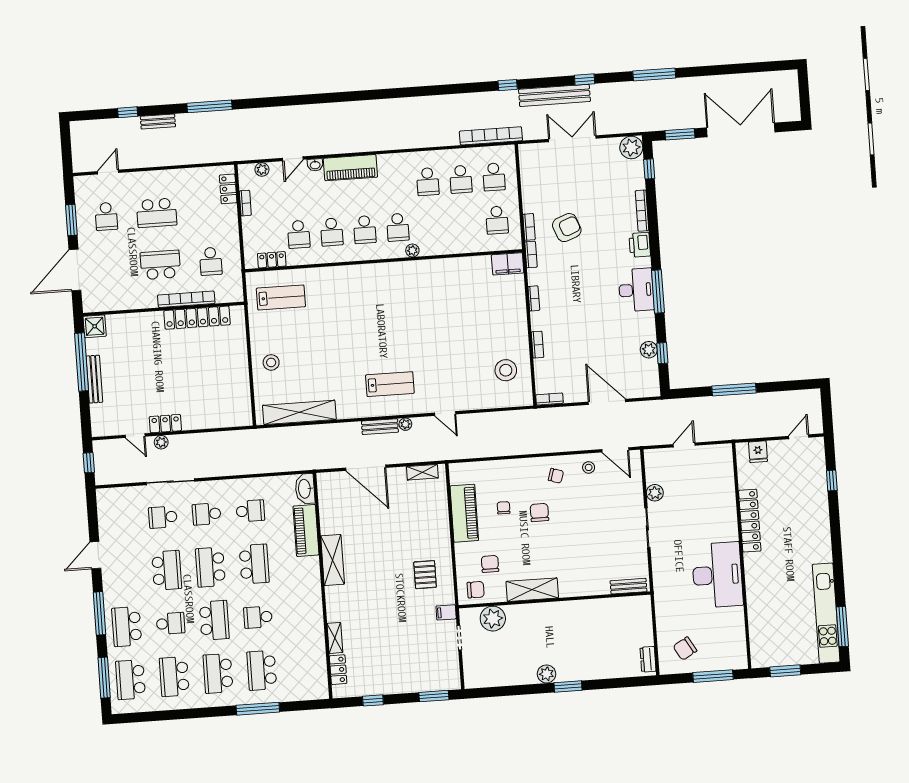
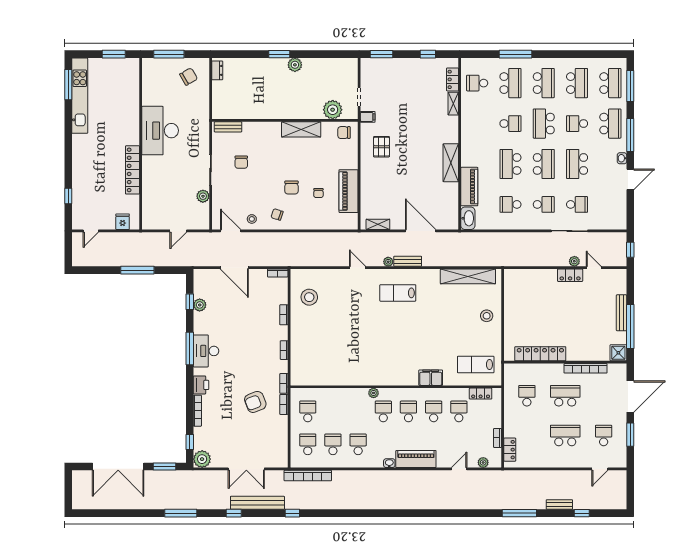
washbasin: (315, 165) -> (389, 463), moved
filing cabinet: (508, 264) -> (431, 378), moved
school desk: (160, 265) -> (565, 396), turned 180
bookcase: (186, 299) -> (586, 368), moved
chair: (490, 564) -> (241, 162), moved
washbasin: (108, 582) -> (622, 158), added
school desk: (305, 667) -> (477, 83), added

